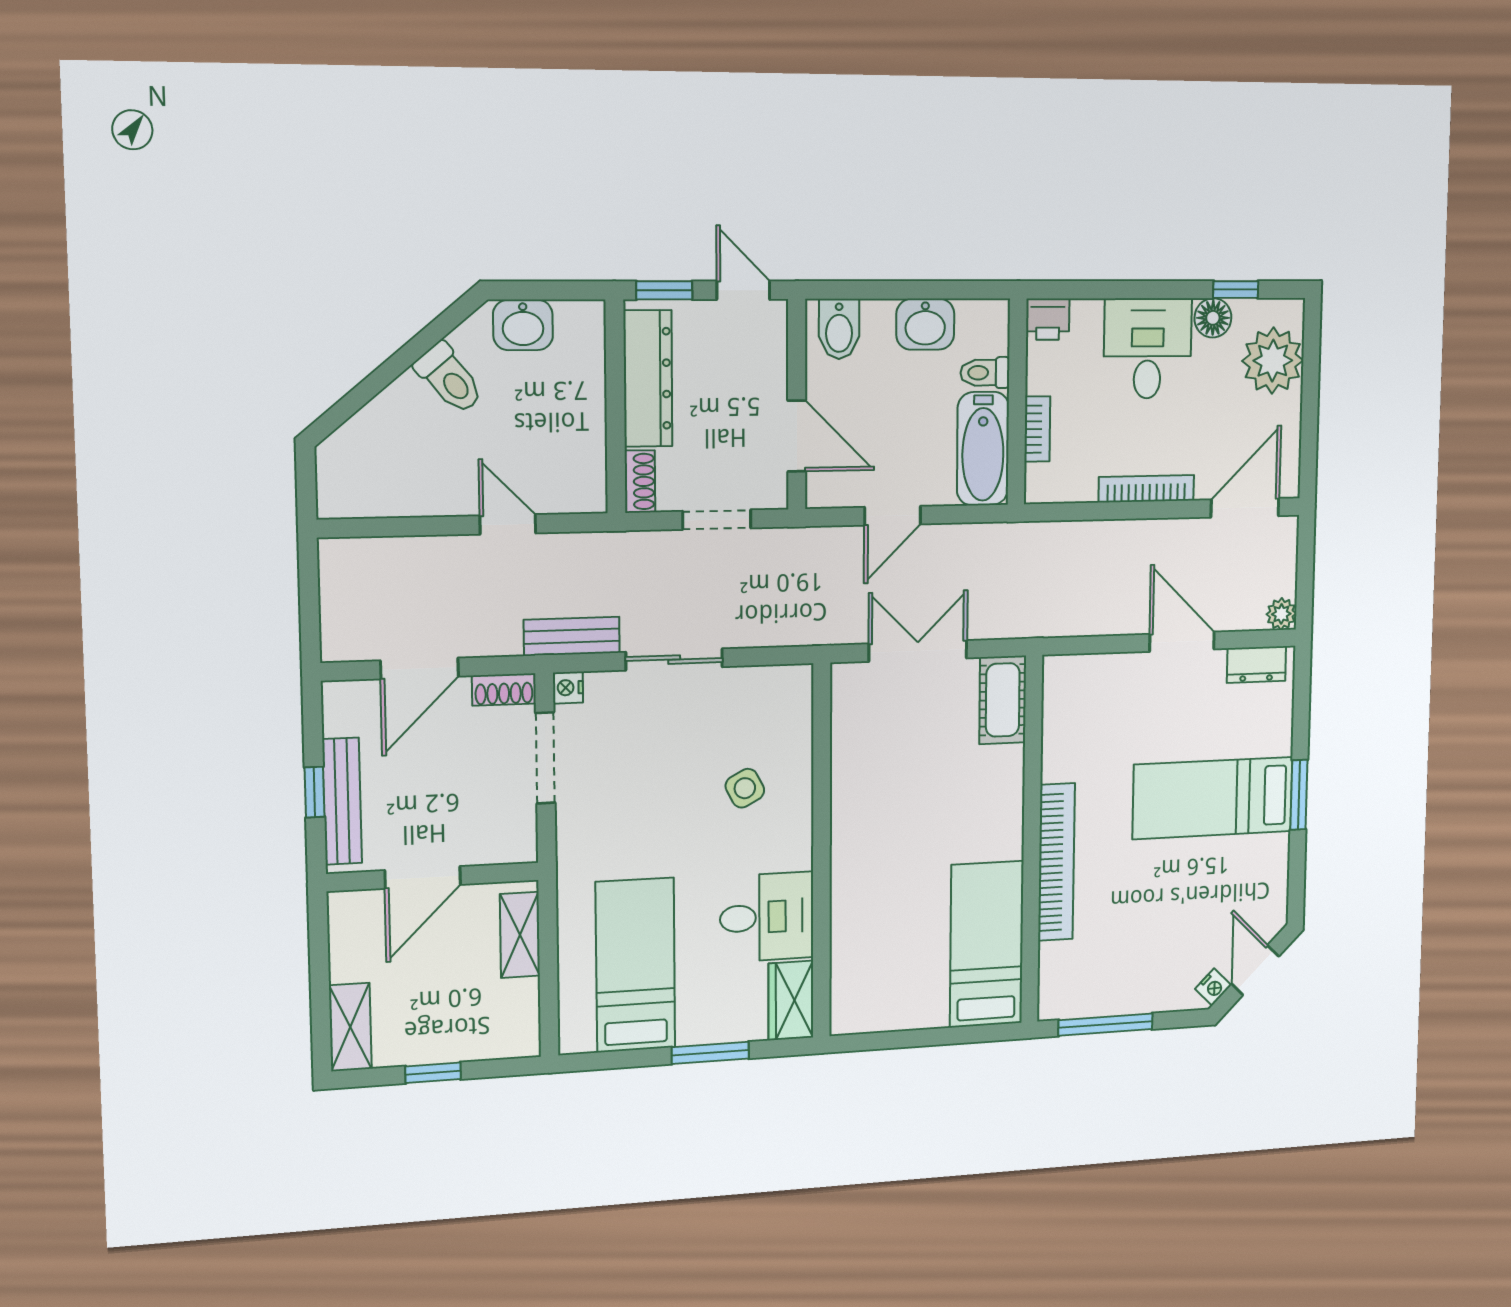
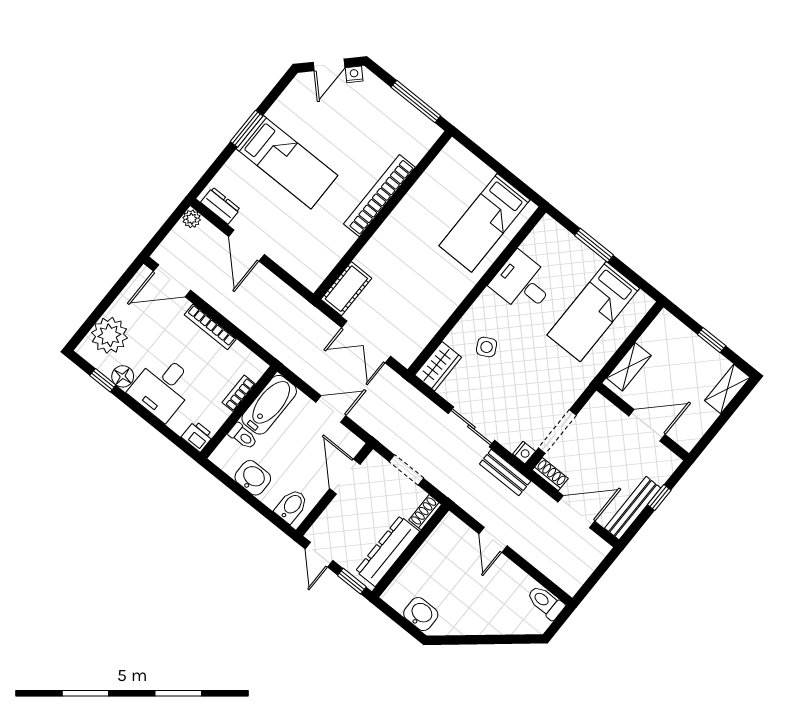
toilet: (449, 378) -> (546, 602), moved, turned -50
bench: (342, 801) -> (633, 508), moved
bed: (987, 944) -> (484, 223), moved
wardrobe: (791, 1000) -> (438, 366), moved

